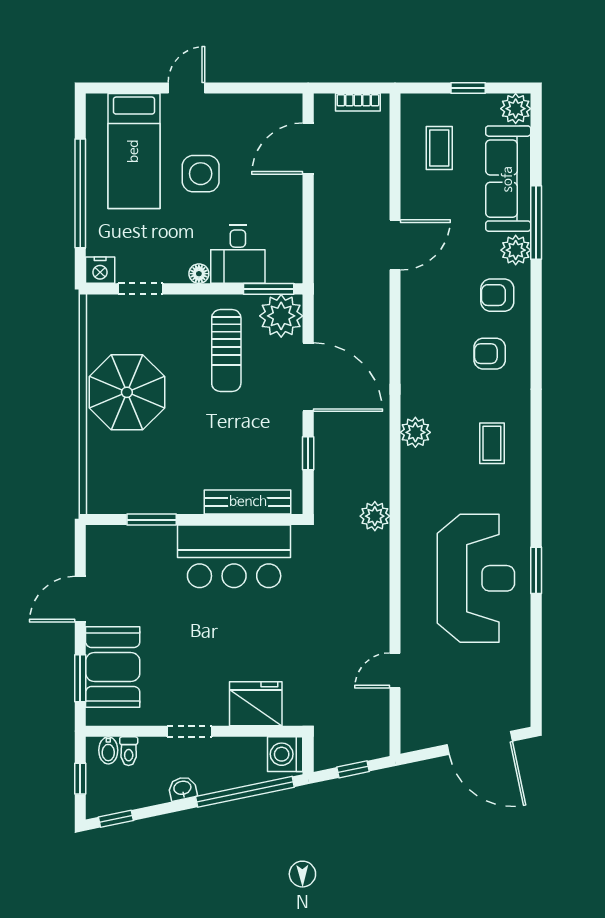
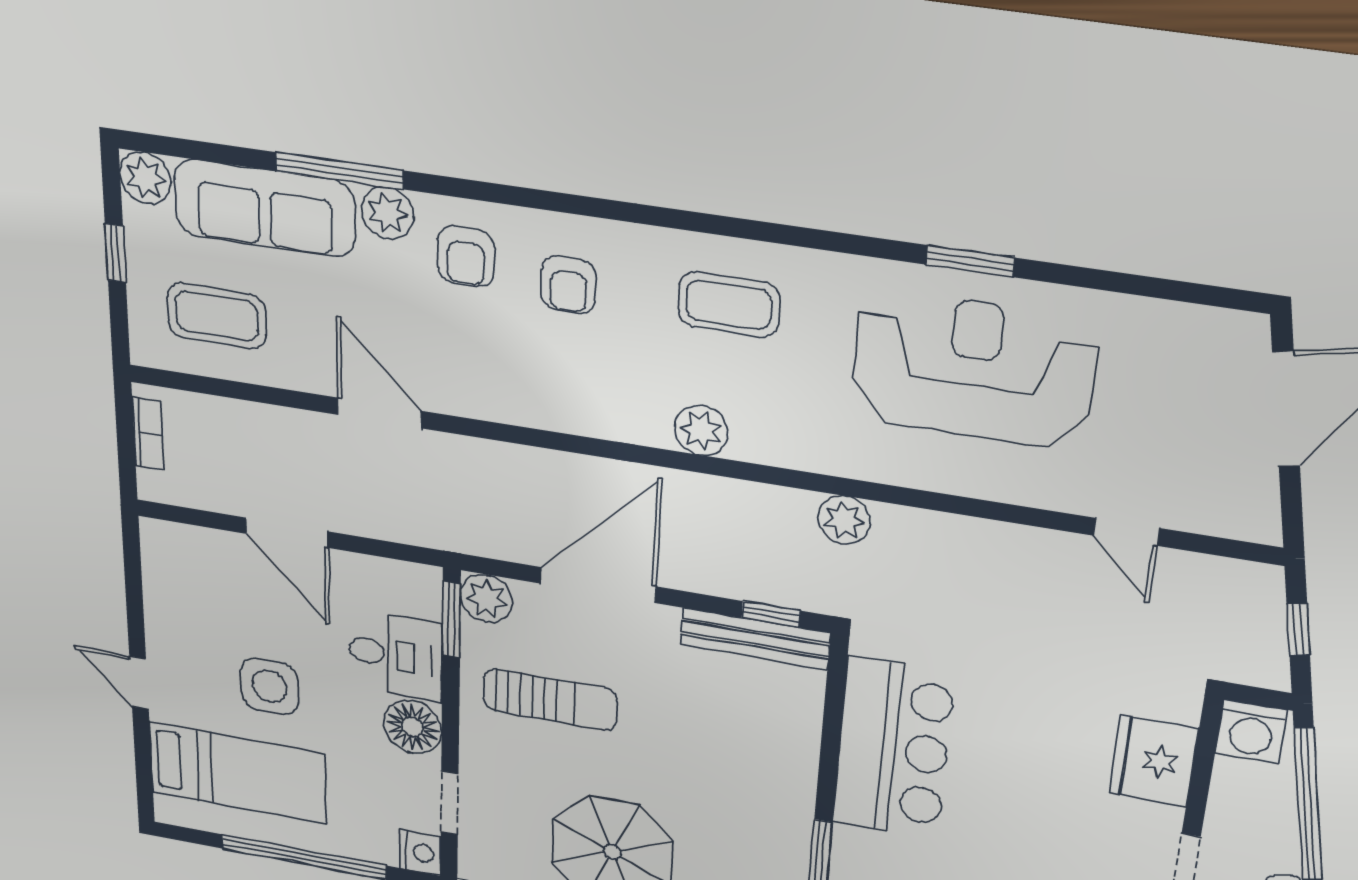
coffee table: (439, 148) -> (217, 316), width x1.36, depth x1.30
door: (308, 149) -> (287, 533), moved
floor lamp: (199, 274) -> (412, 727), width x1.89, depth x1.89
plant: (281, 316) -> (486, 598), width x0.73, depth x0.73
coffee table: (492, 443) -> (729, 305), width x1.36, depth x1.30
window: (308, 453) -> (771, 614), moved
bench: (248, 502) -> (755, 639), moved, turned 90

